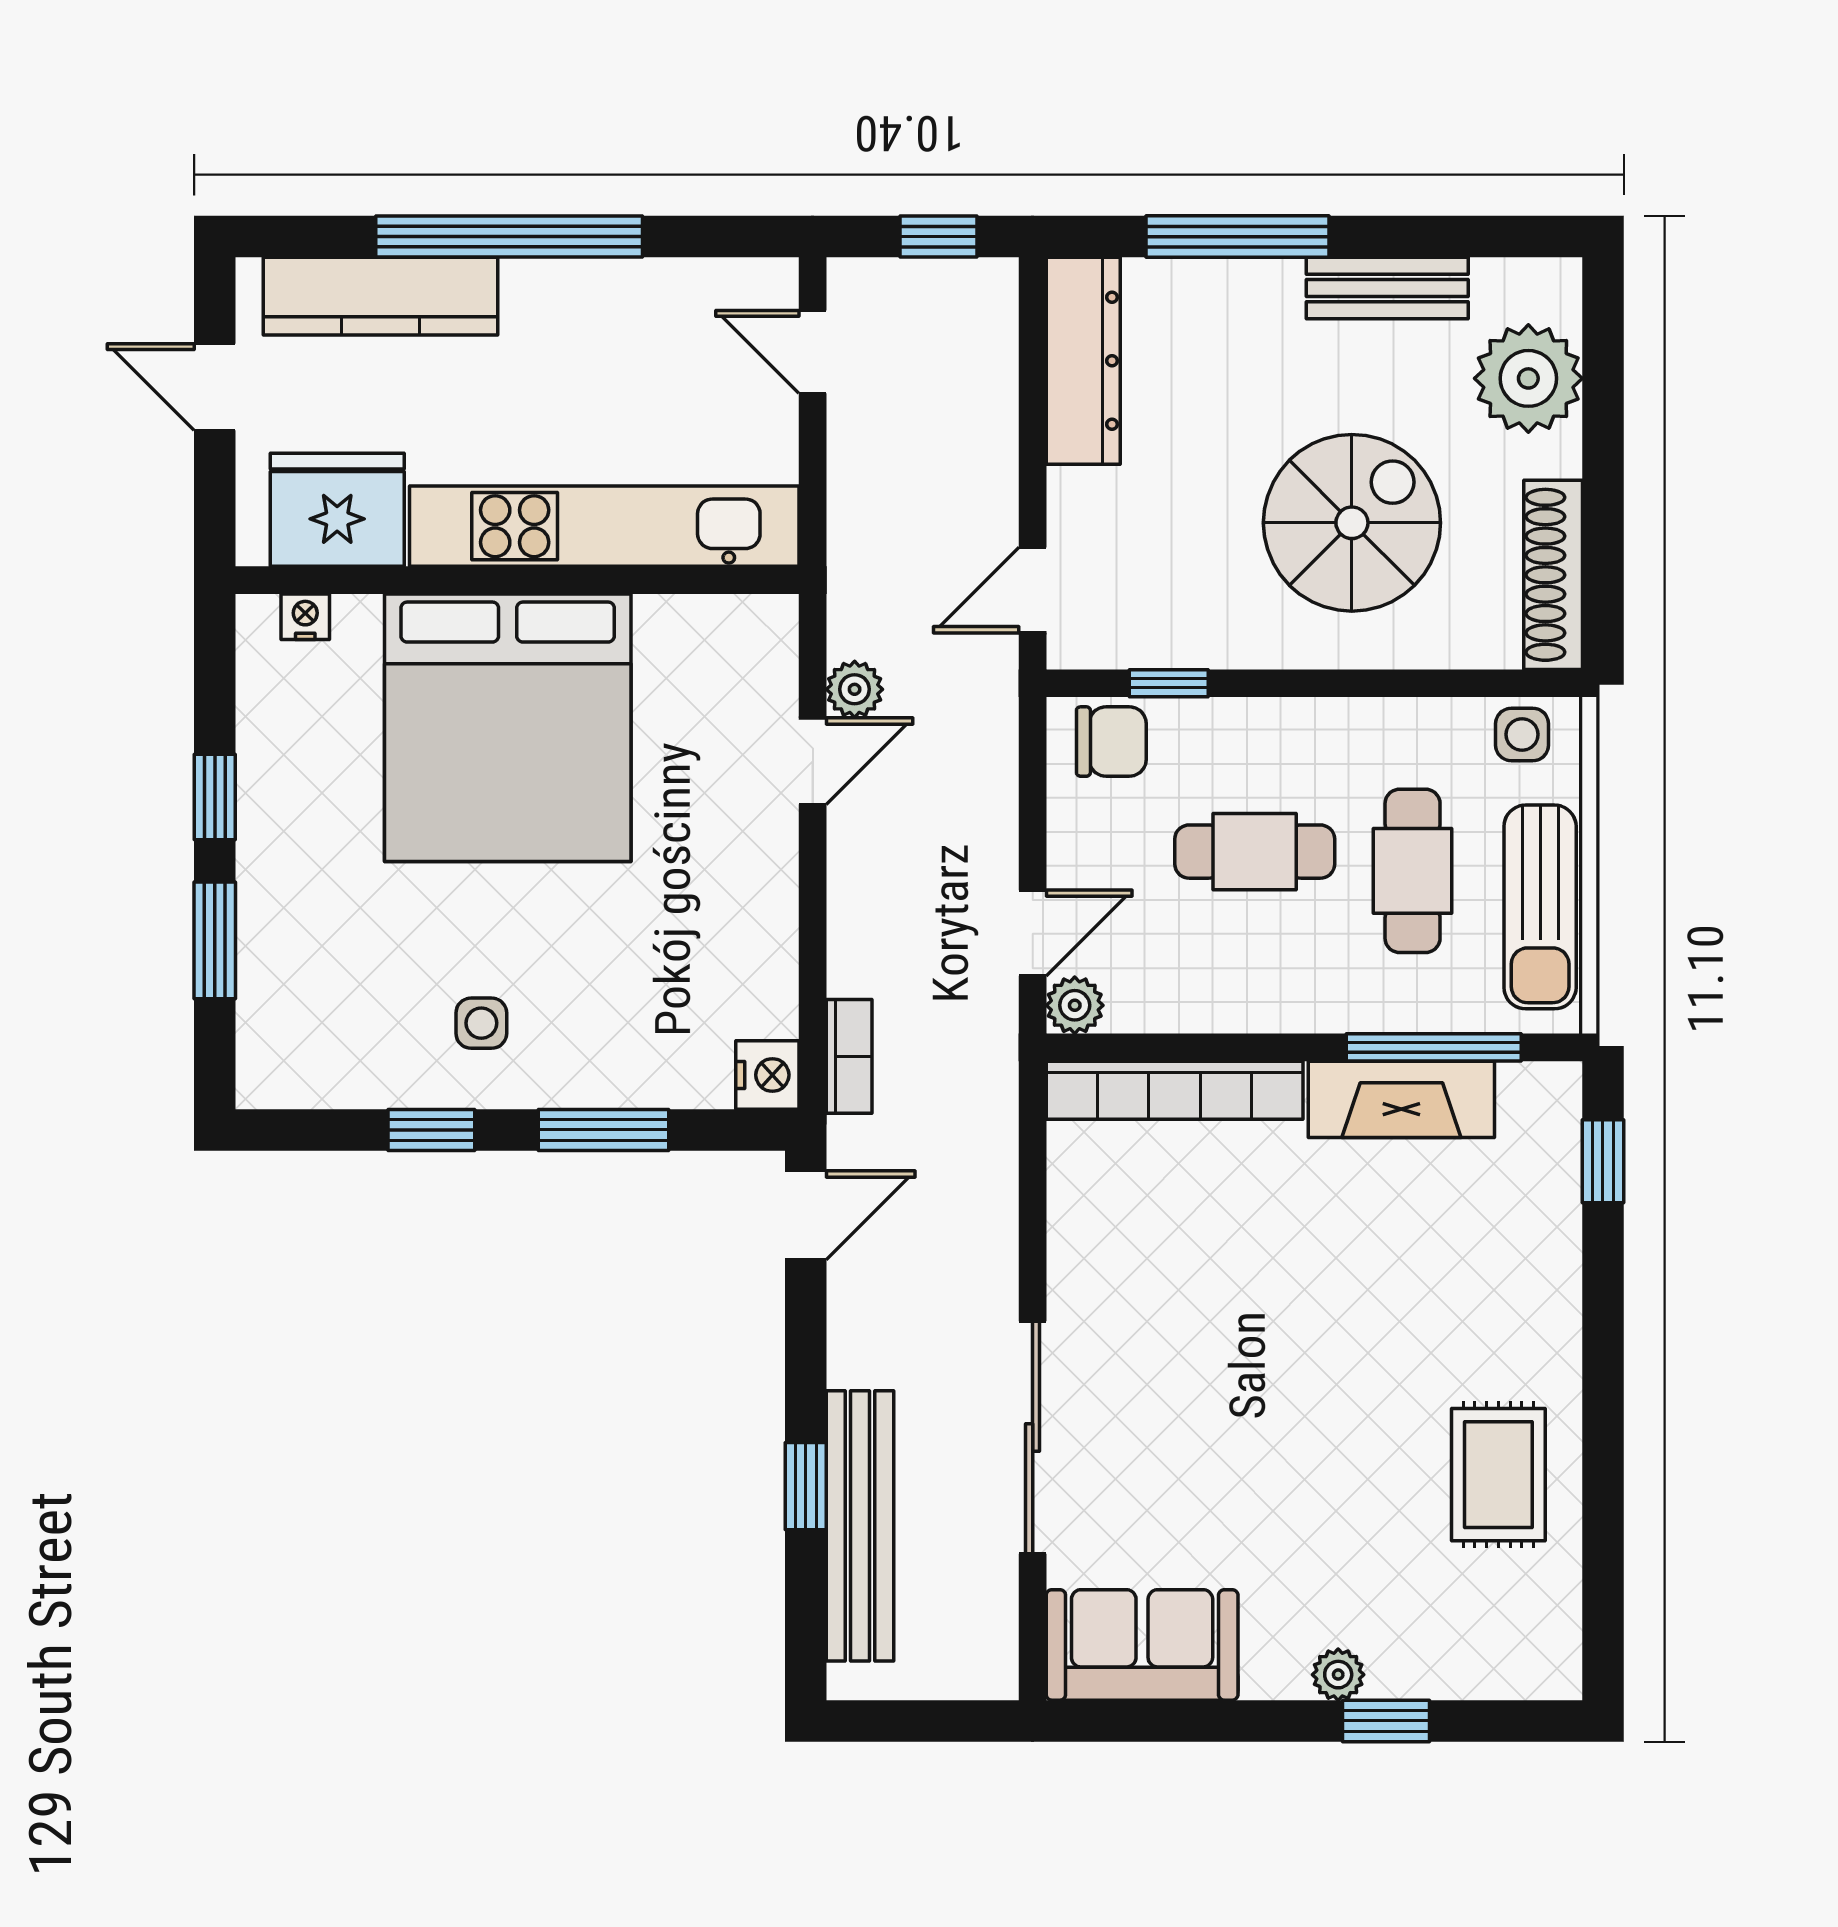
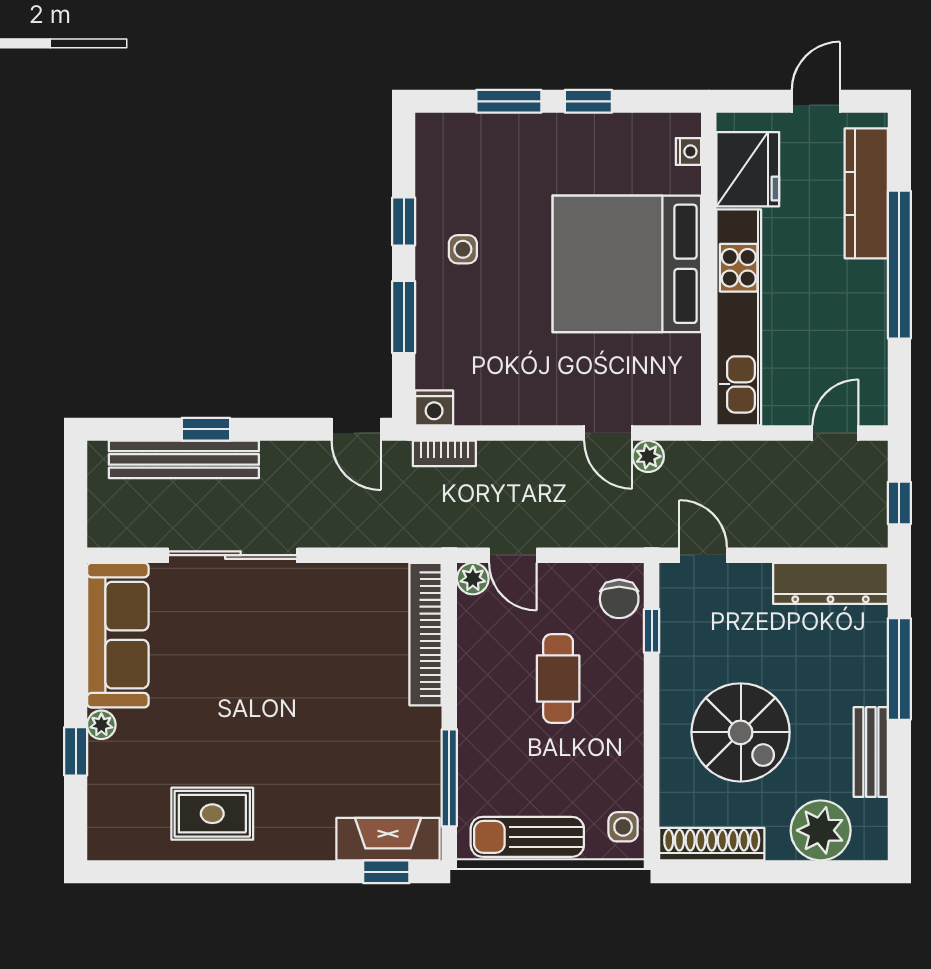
cafe table: (1413, 871) -> (547, 766), removed
fireplace: (1401, 1099) -> (388, 839), moved, turned 90
sofa: (1142, 1645) -> (118, 635), width x1.36

